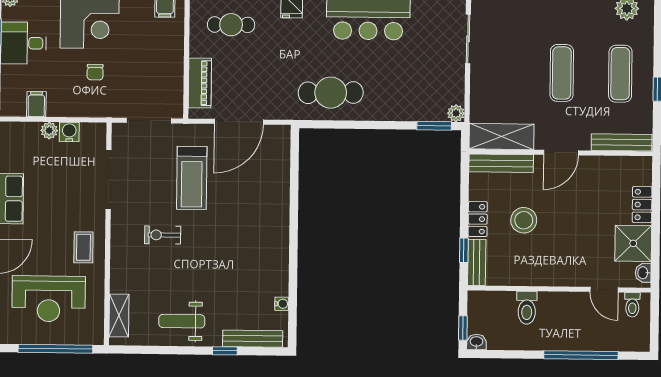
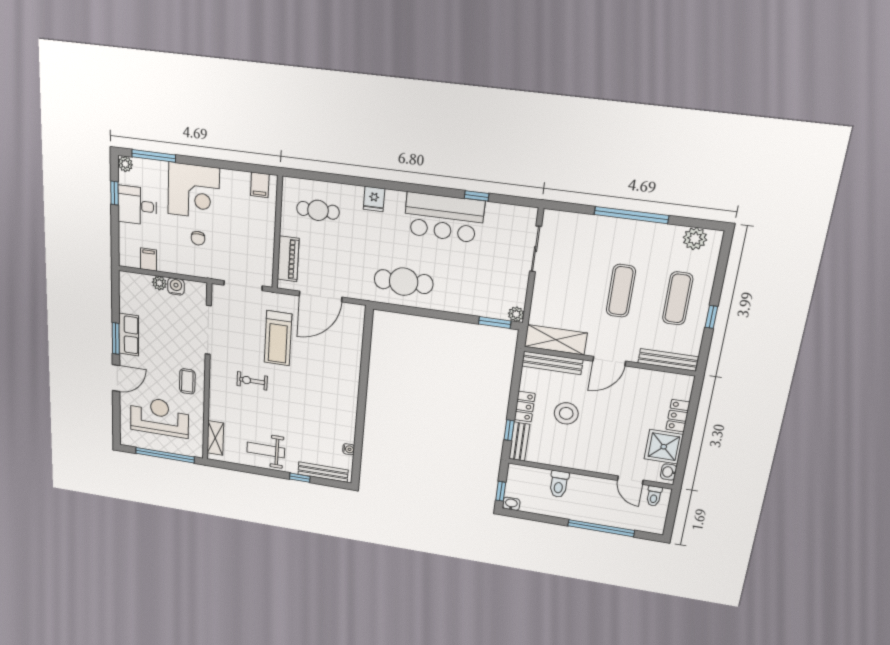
reception desk: (49, 299) -> (159, 417), turned 180

